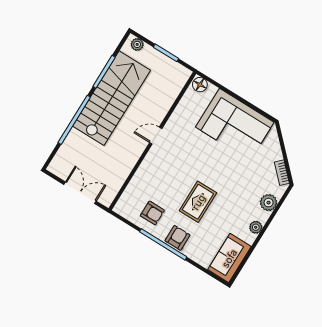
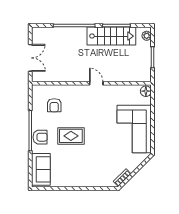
stairs: (112, 98) -> (111, 36), width x0.73, depth x0.66
plant: (269, 203) -> (98, 181), removed
armchair: (152, 213) -> (54, 105), moved
plant: (256, 227) -> (77, 183), removed
sofa: (229, 258) -> (41, 169), moved, turned 90

